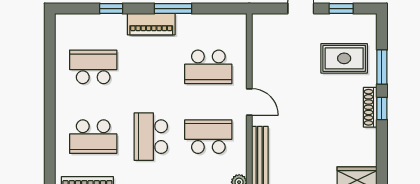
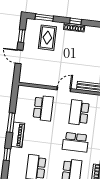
window: (382, 67) -> (44, 18), moved

